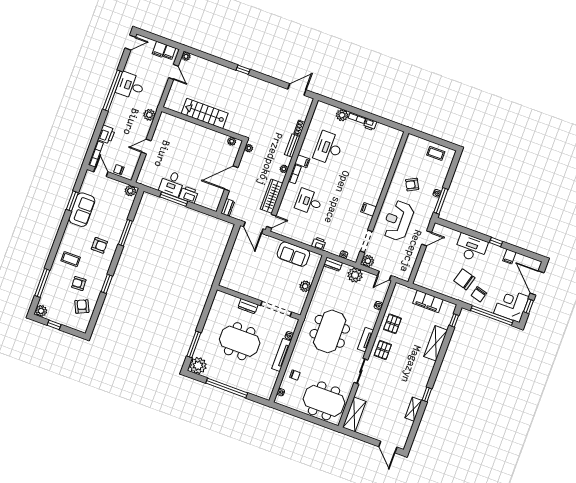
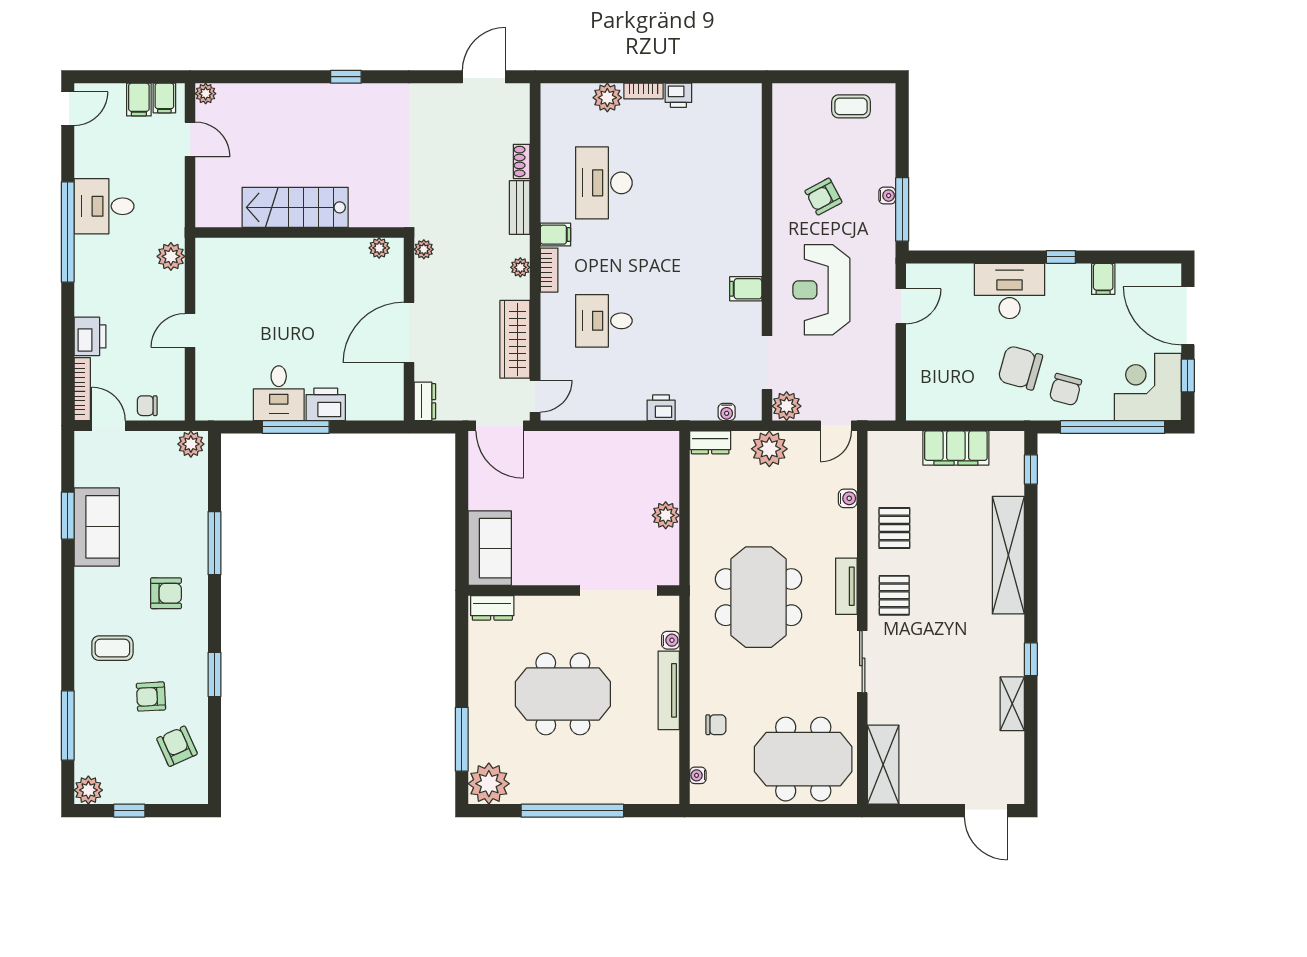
sofa: (293, 254) -> (490, 548), moved, turned -90
dresser: (248, 306) -> (492, 608), moved
shelving: (436, 343) -> (1008, 555), width x1.47

